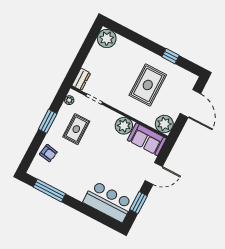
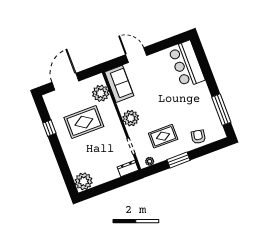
plant: (164, 124) -> (101, 93), moved
plant: (124, 126) -> (131, 118), moved
window: (138, 203) -> (166, 44), removed

